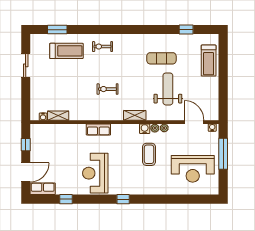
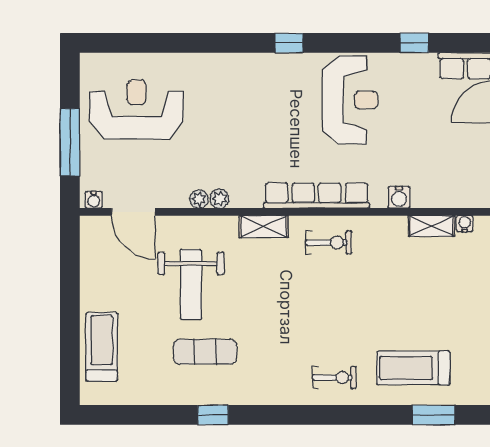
window: (186, 30) -> (213, 415), moved
exercise bike: (107, 89) -> (329, 243), moved
water cooler: (145, 129) -> (399, 197), moved
row of seats: (98, 130) -> (317, 196), width x2.02
coffee table: (149, 154) -> (232, 141), removed

